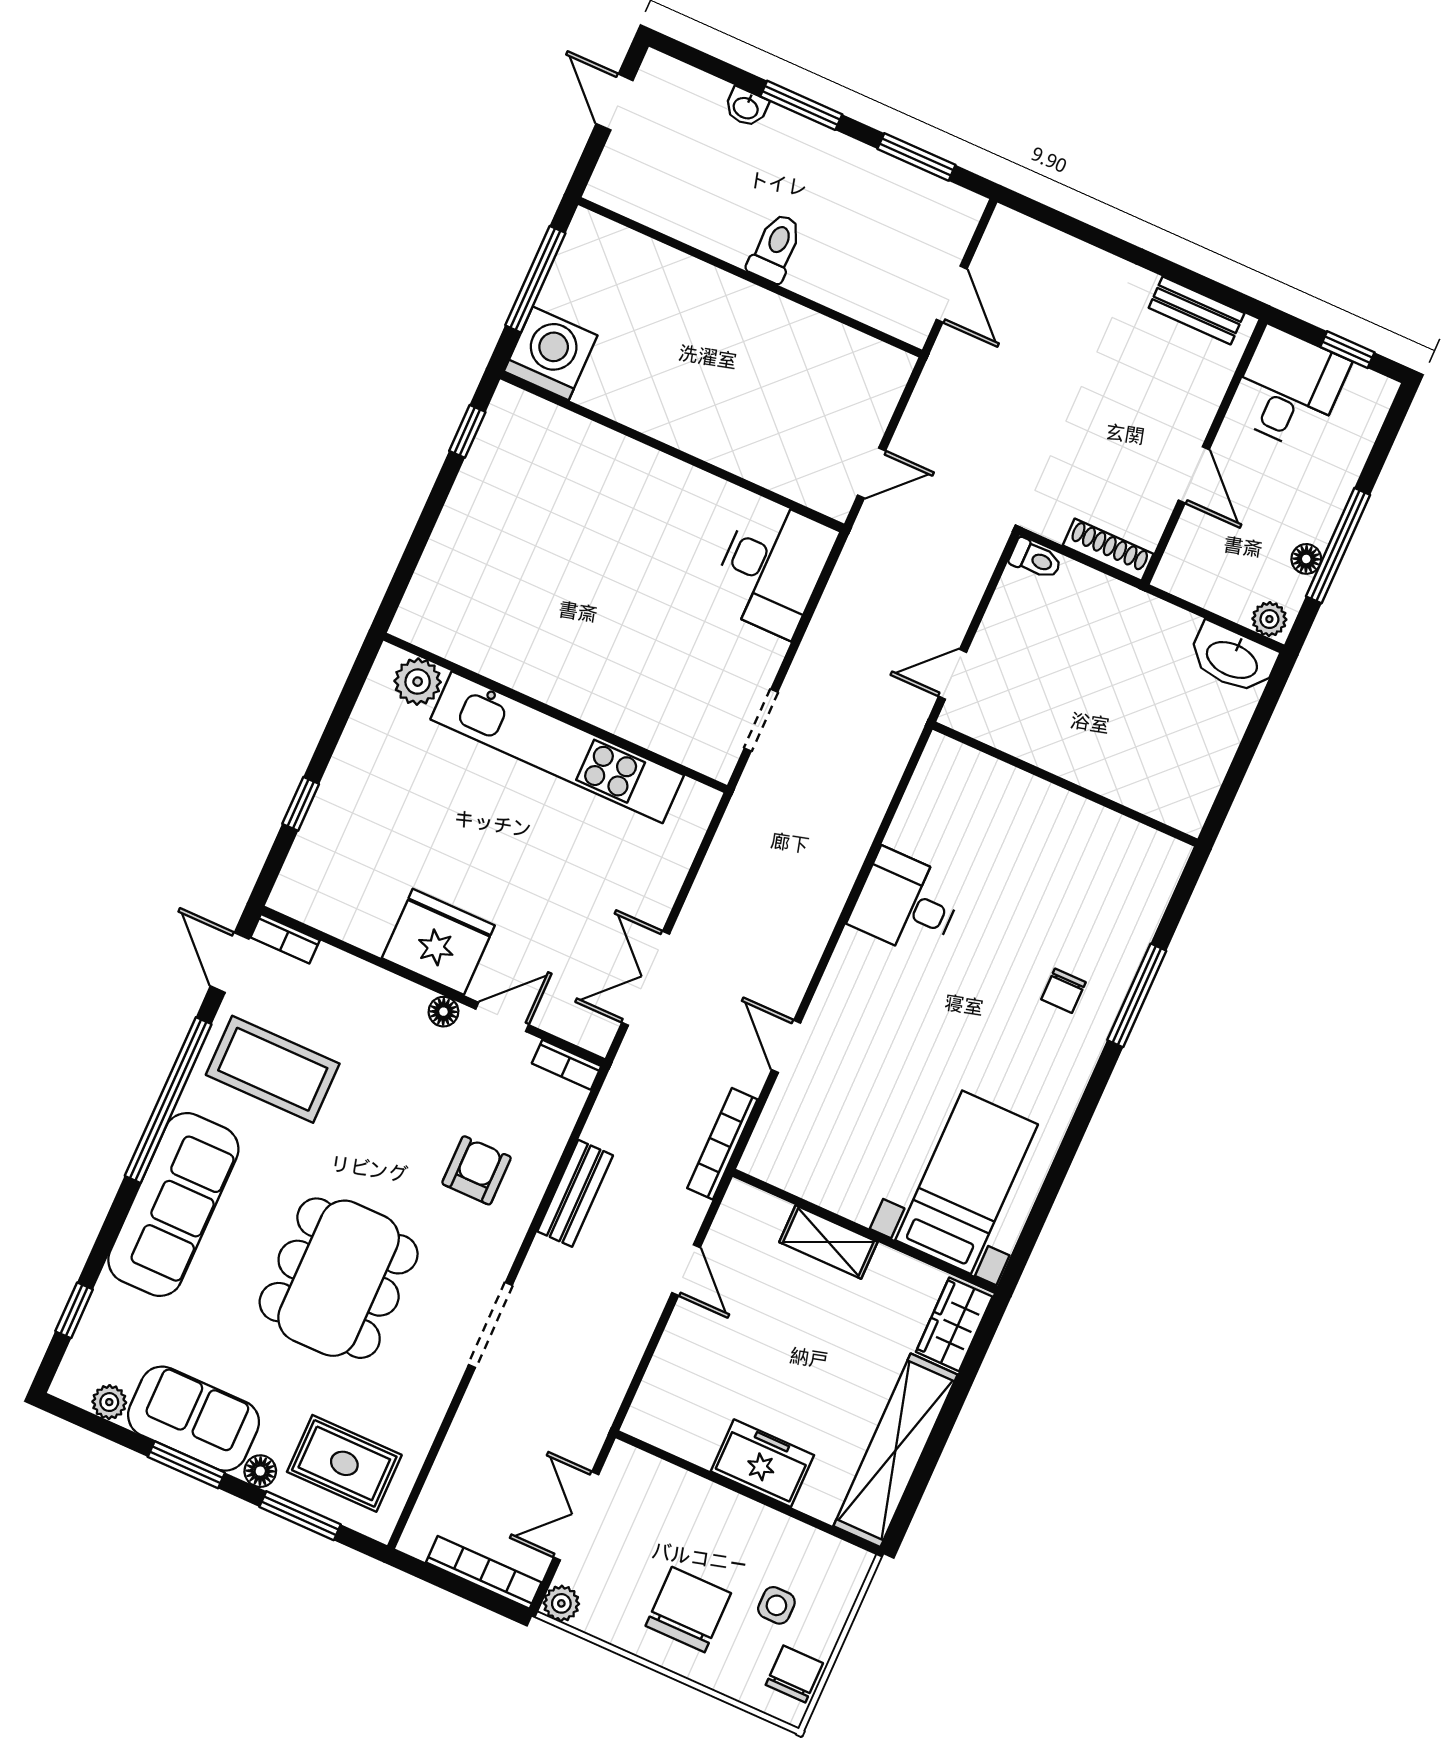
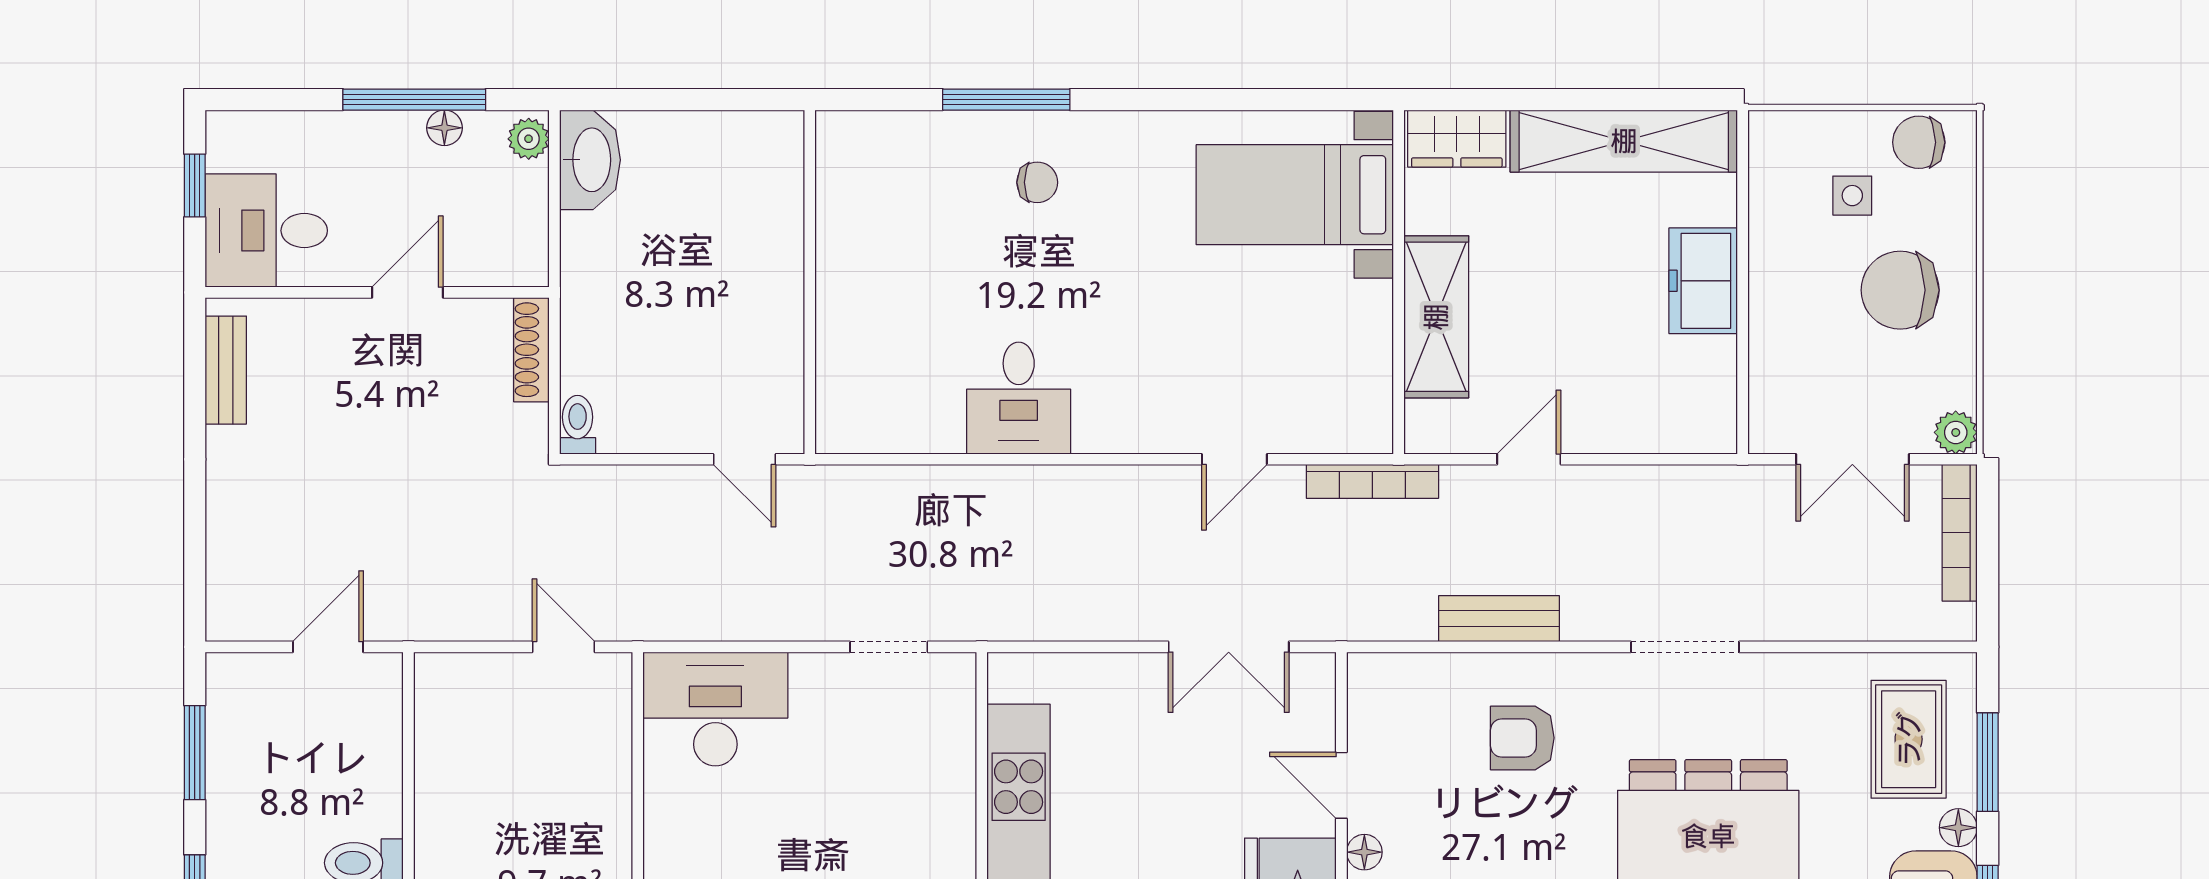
bookcase: (567, 1065) -> (1362, 691), removed
shelving: (828, 1242) -> (1436, 317), width x1.50, depth x1.33

